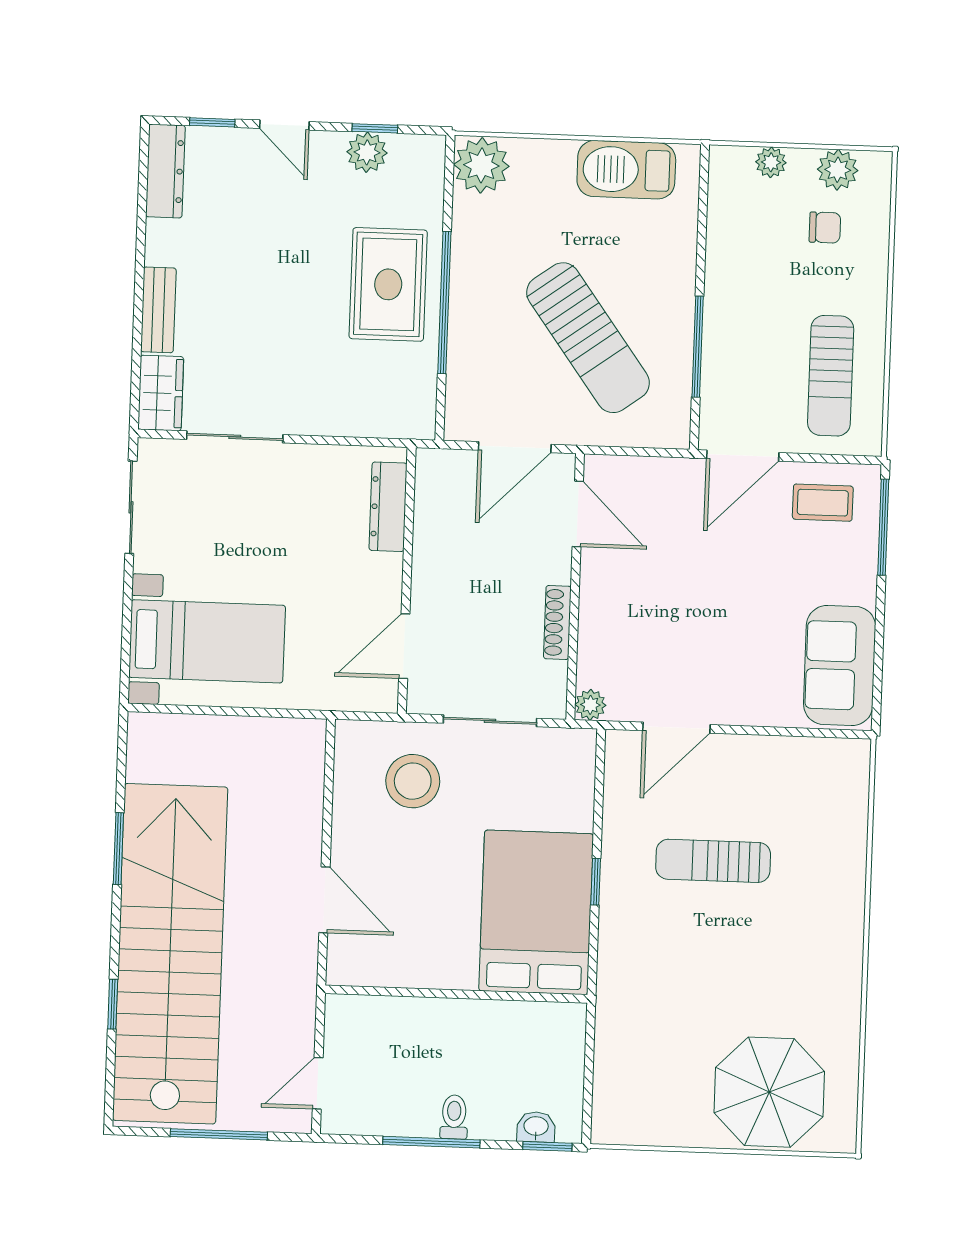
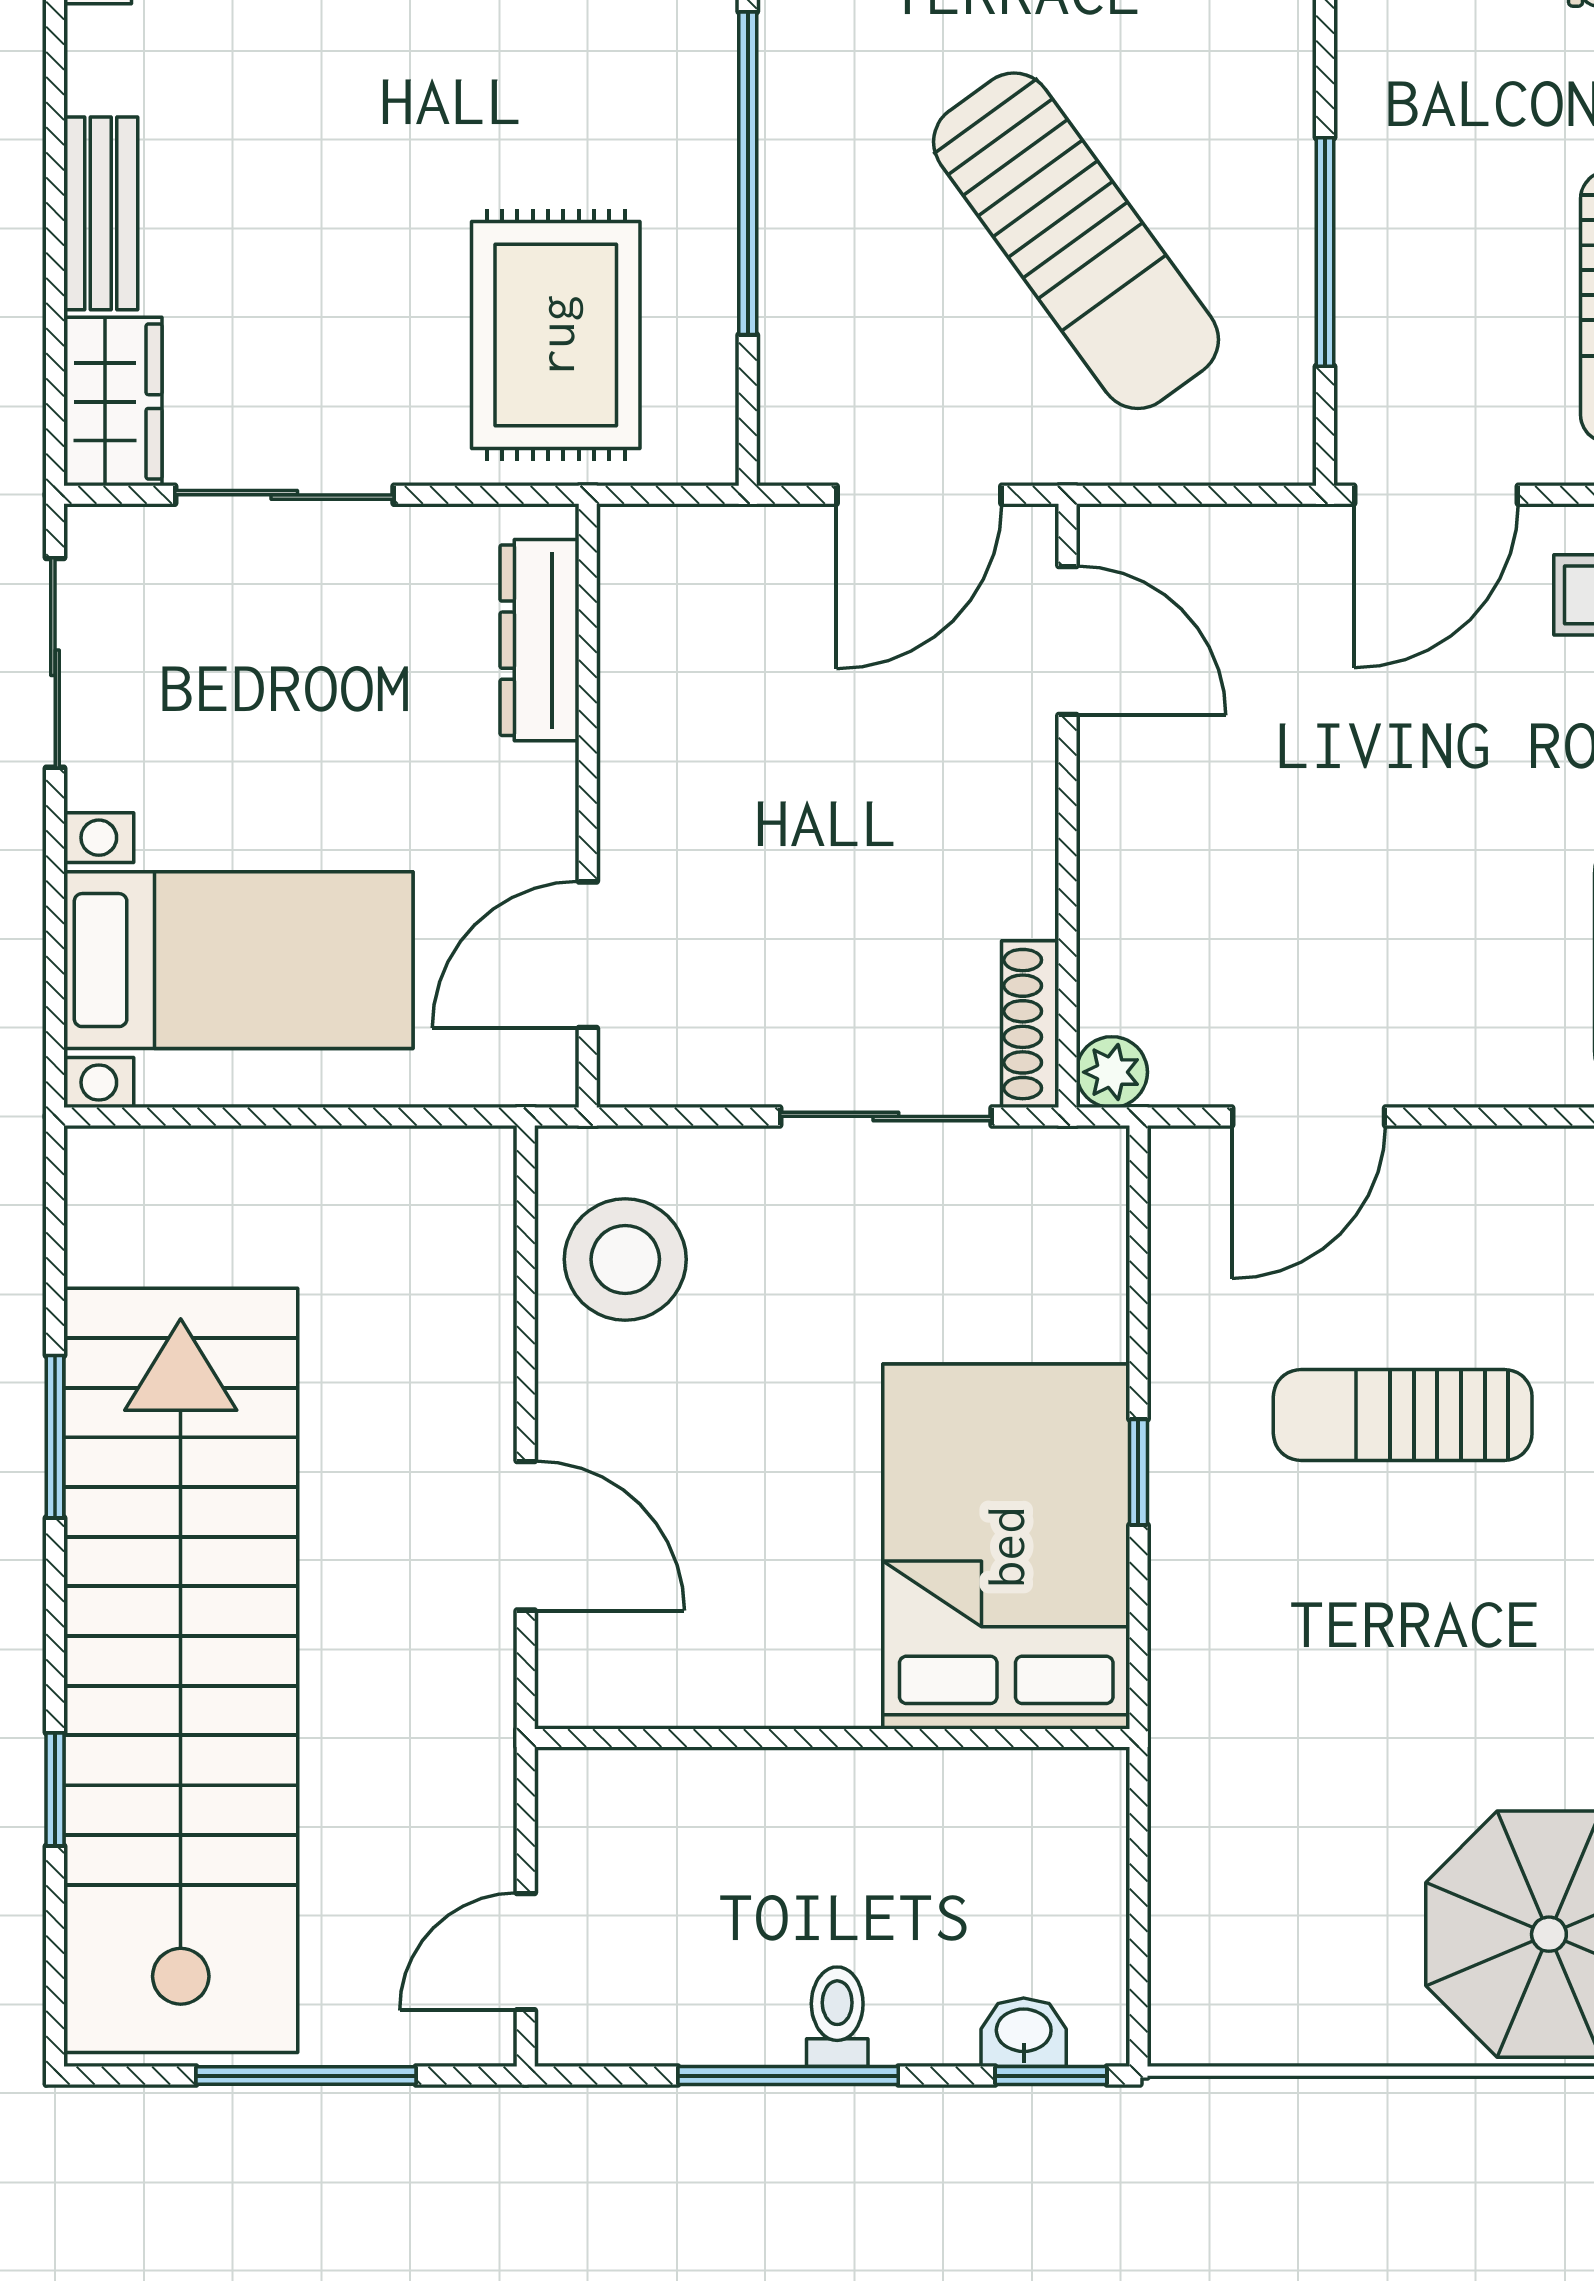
rug: (388, 284) -> (556, 335), moved
dresser: (388, 507) -> (540, 640), moved
wall: (407, 580) -> (588, 806), moved
shoe rack: (557, 622) -> (1030, 1024), moved
door: (404, 646) -> (588, 955), moved
stool: (413, 781) -> (625, 1259), moved

